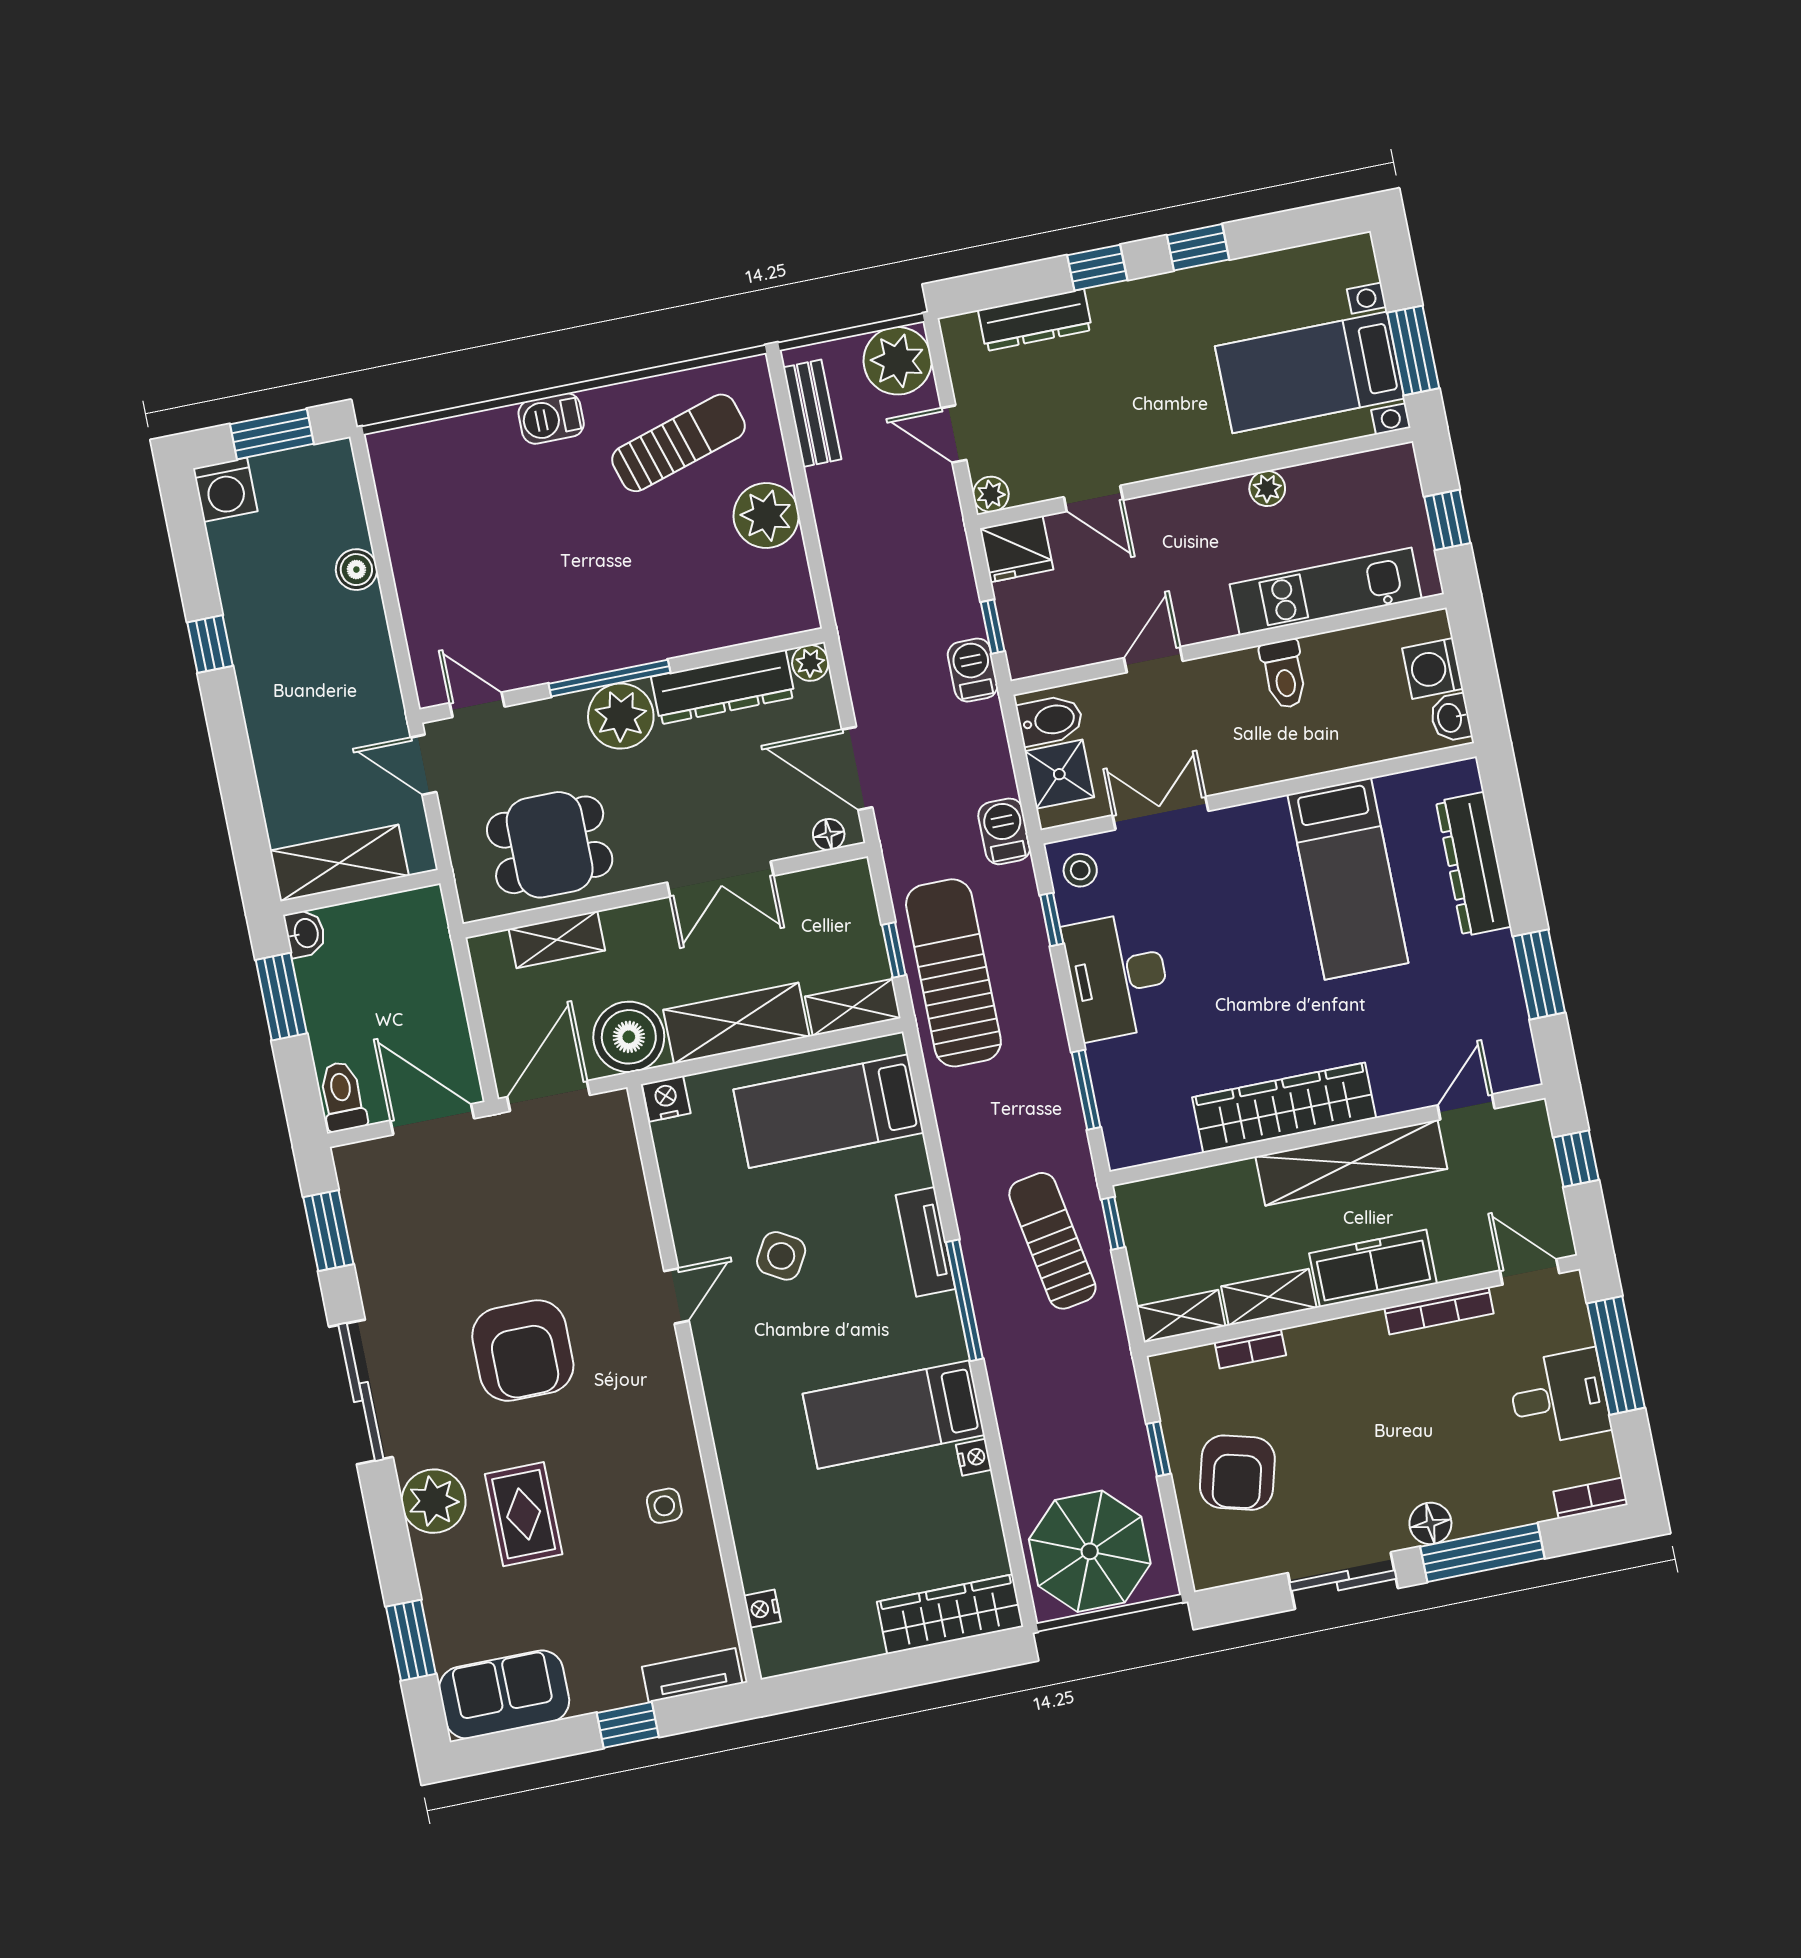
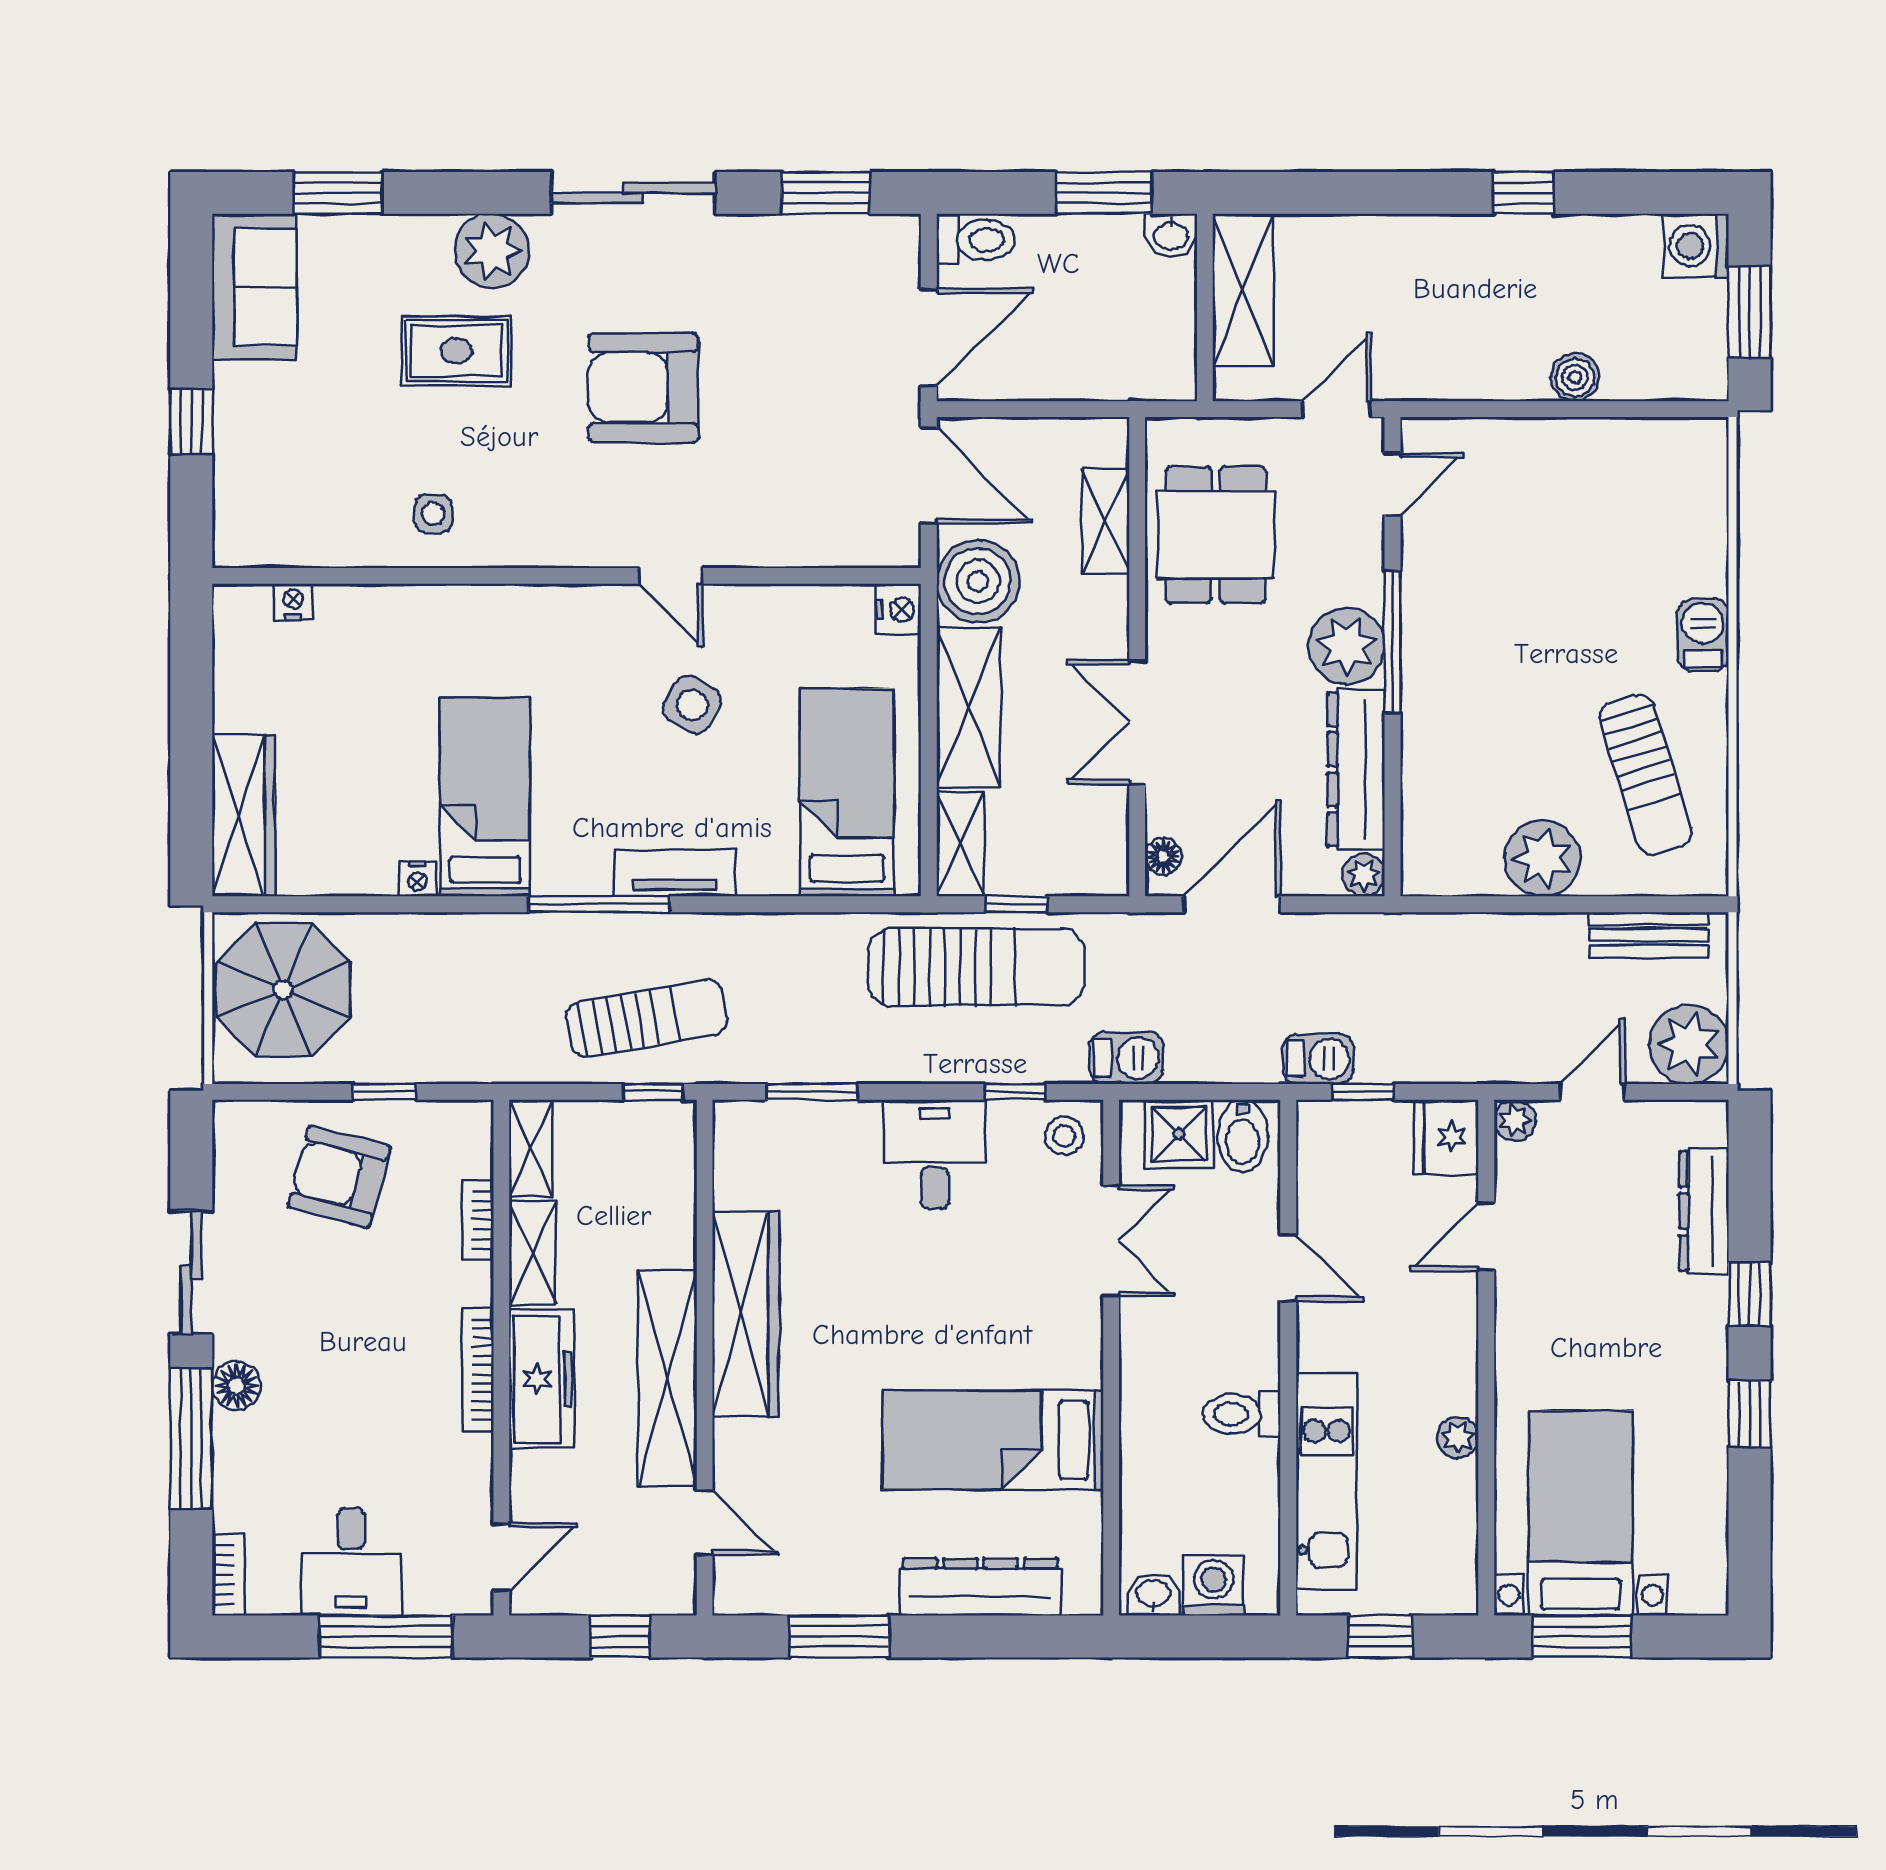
desk: (1118, 976) -> (935, 1154), width x0.73
bookcase: (1439, 1311) -> (478, 1370), moved
tv unit: (692, 1675) -> (233, 506), removed

